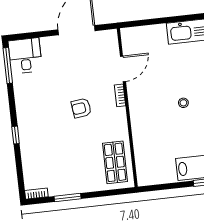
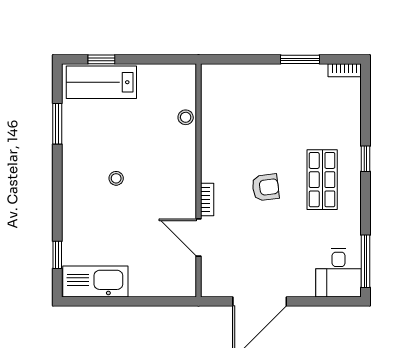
door: (123, 69) -> (199, 238), hinge flipped
stool: (141, 150) -> (186, 117), added
shop shelf: (115, 162) -> (322, 180), moved

